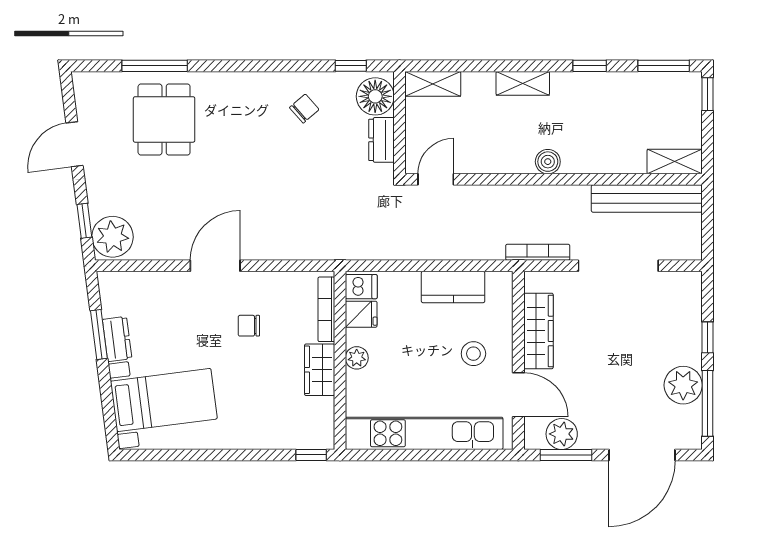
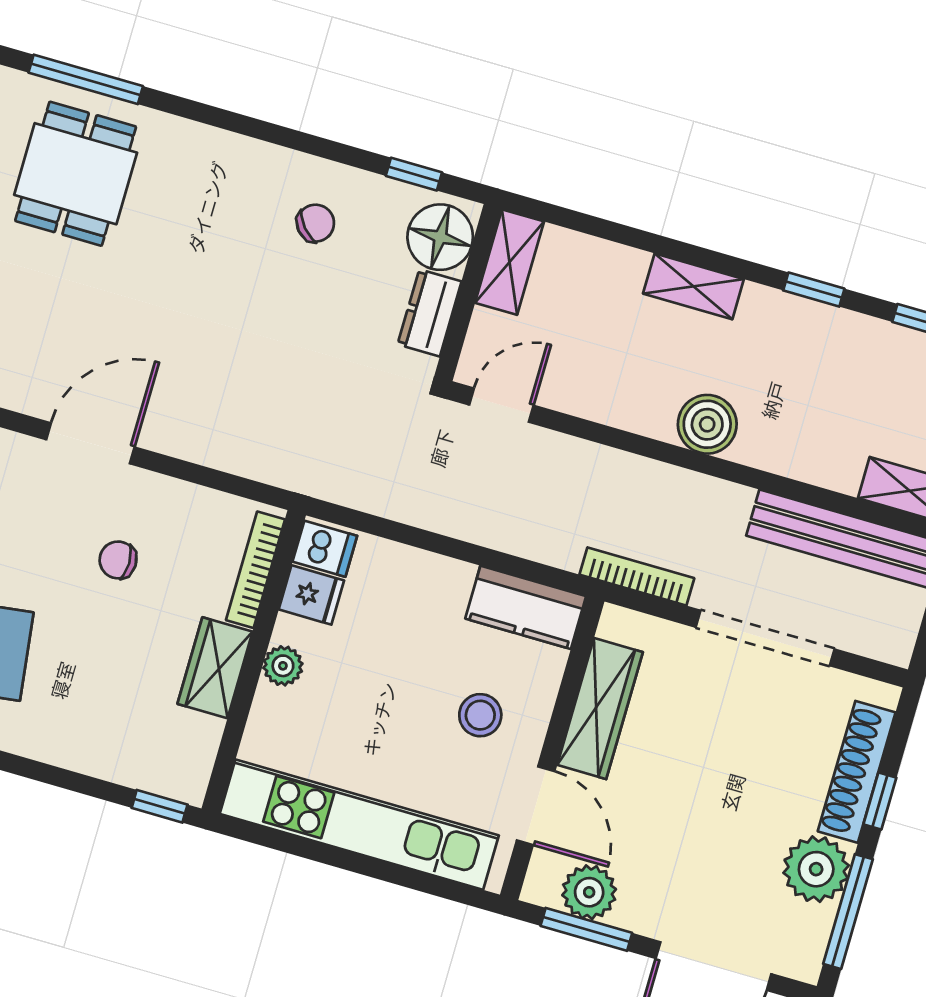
shelving: (433, 84) -> (509, 262), moved, turned 90
boiler: (548, 162) -> (707, 424), width x1.36, depth x1.36
kitchen counter: (453, 287) -> (526, 607), moved
shoe rack: (690, 325) -> (857, 772), added

